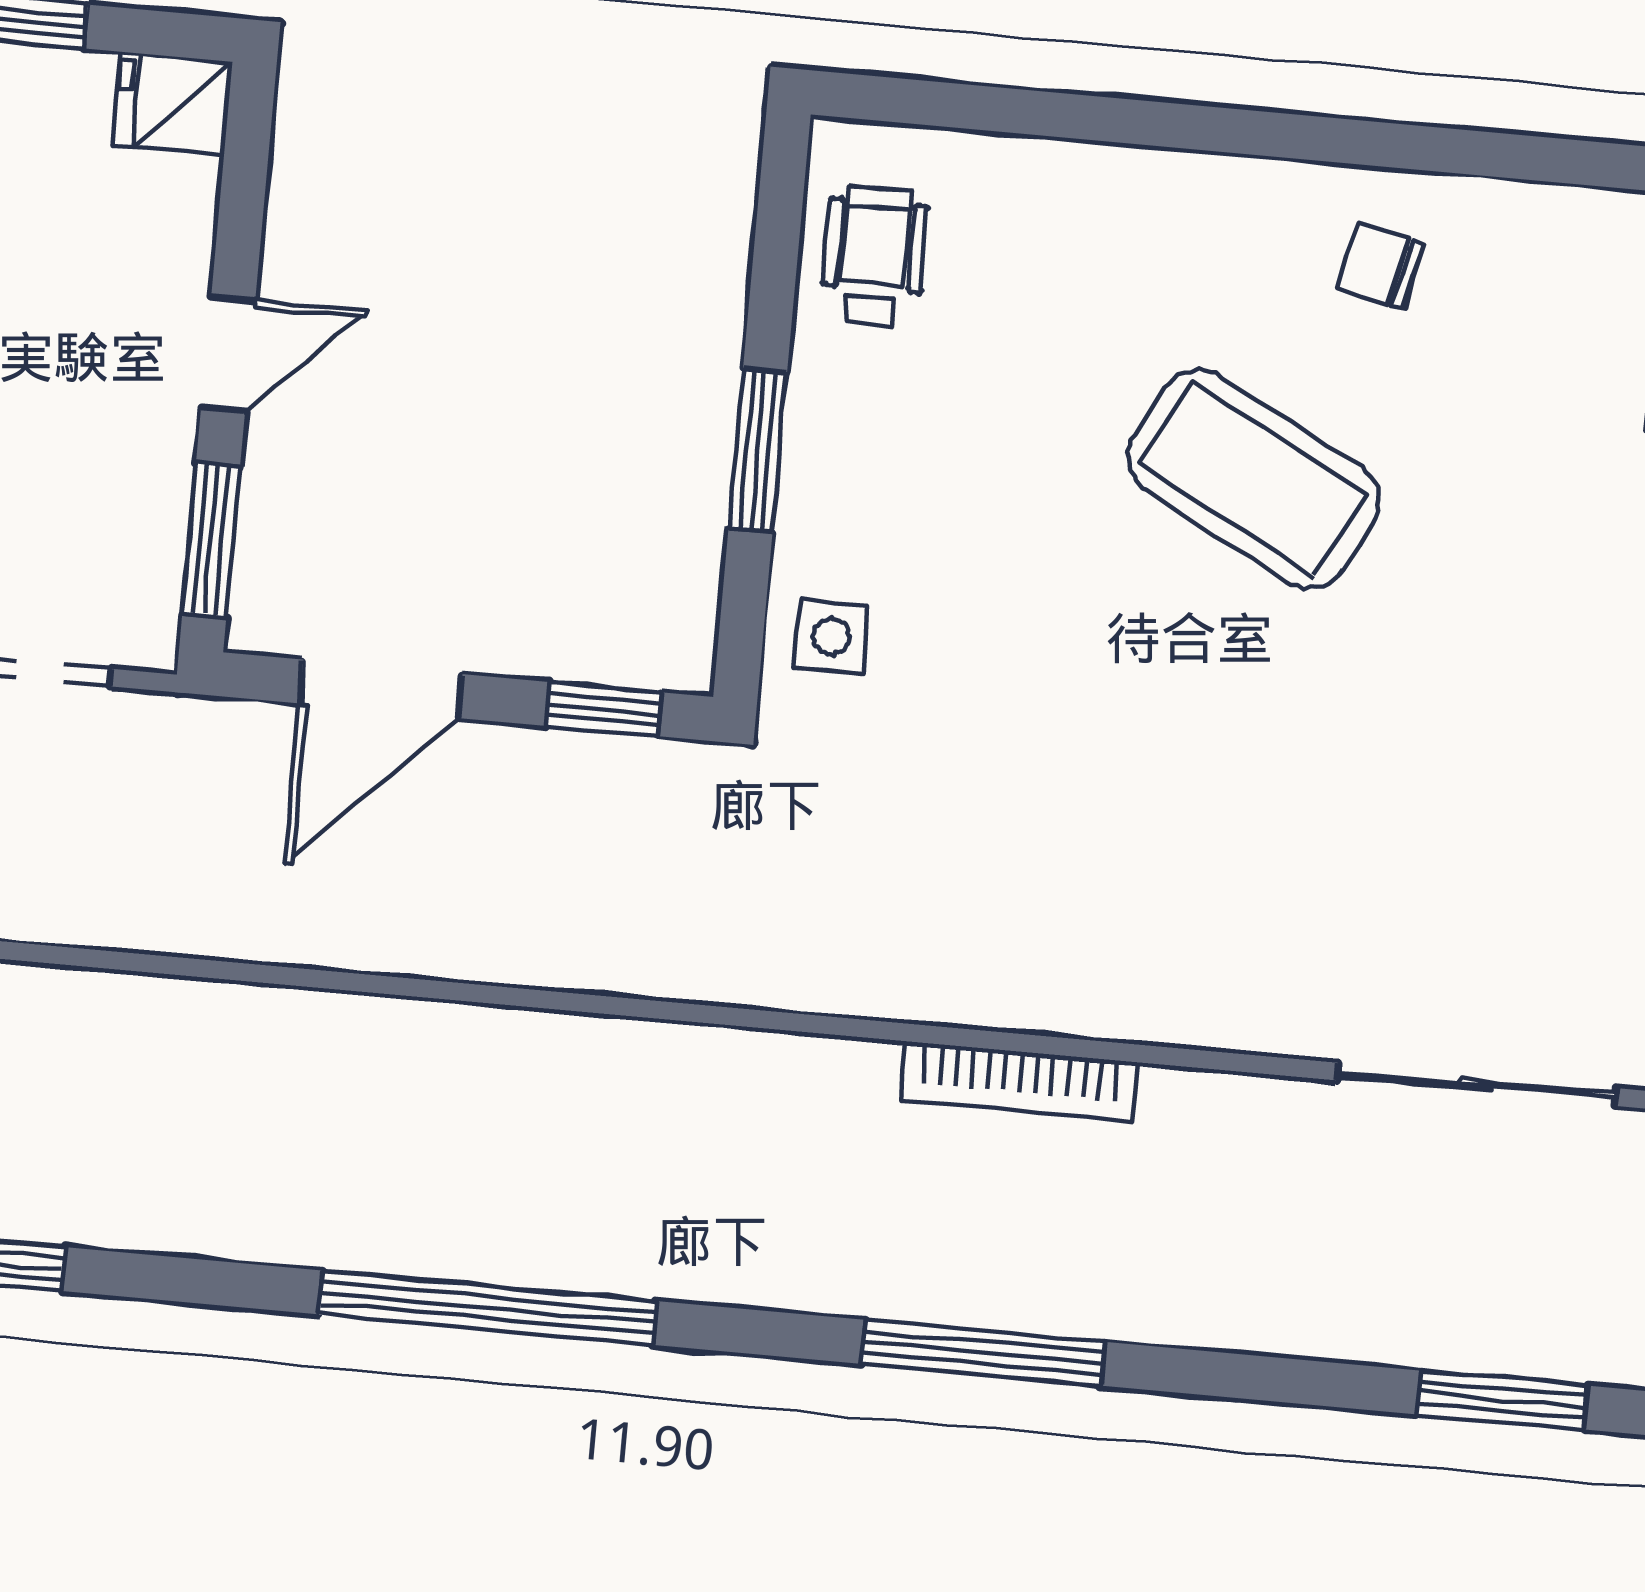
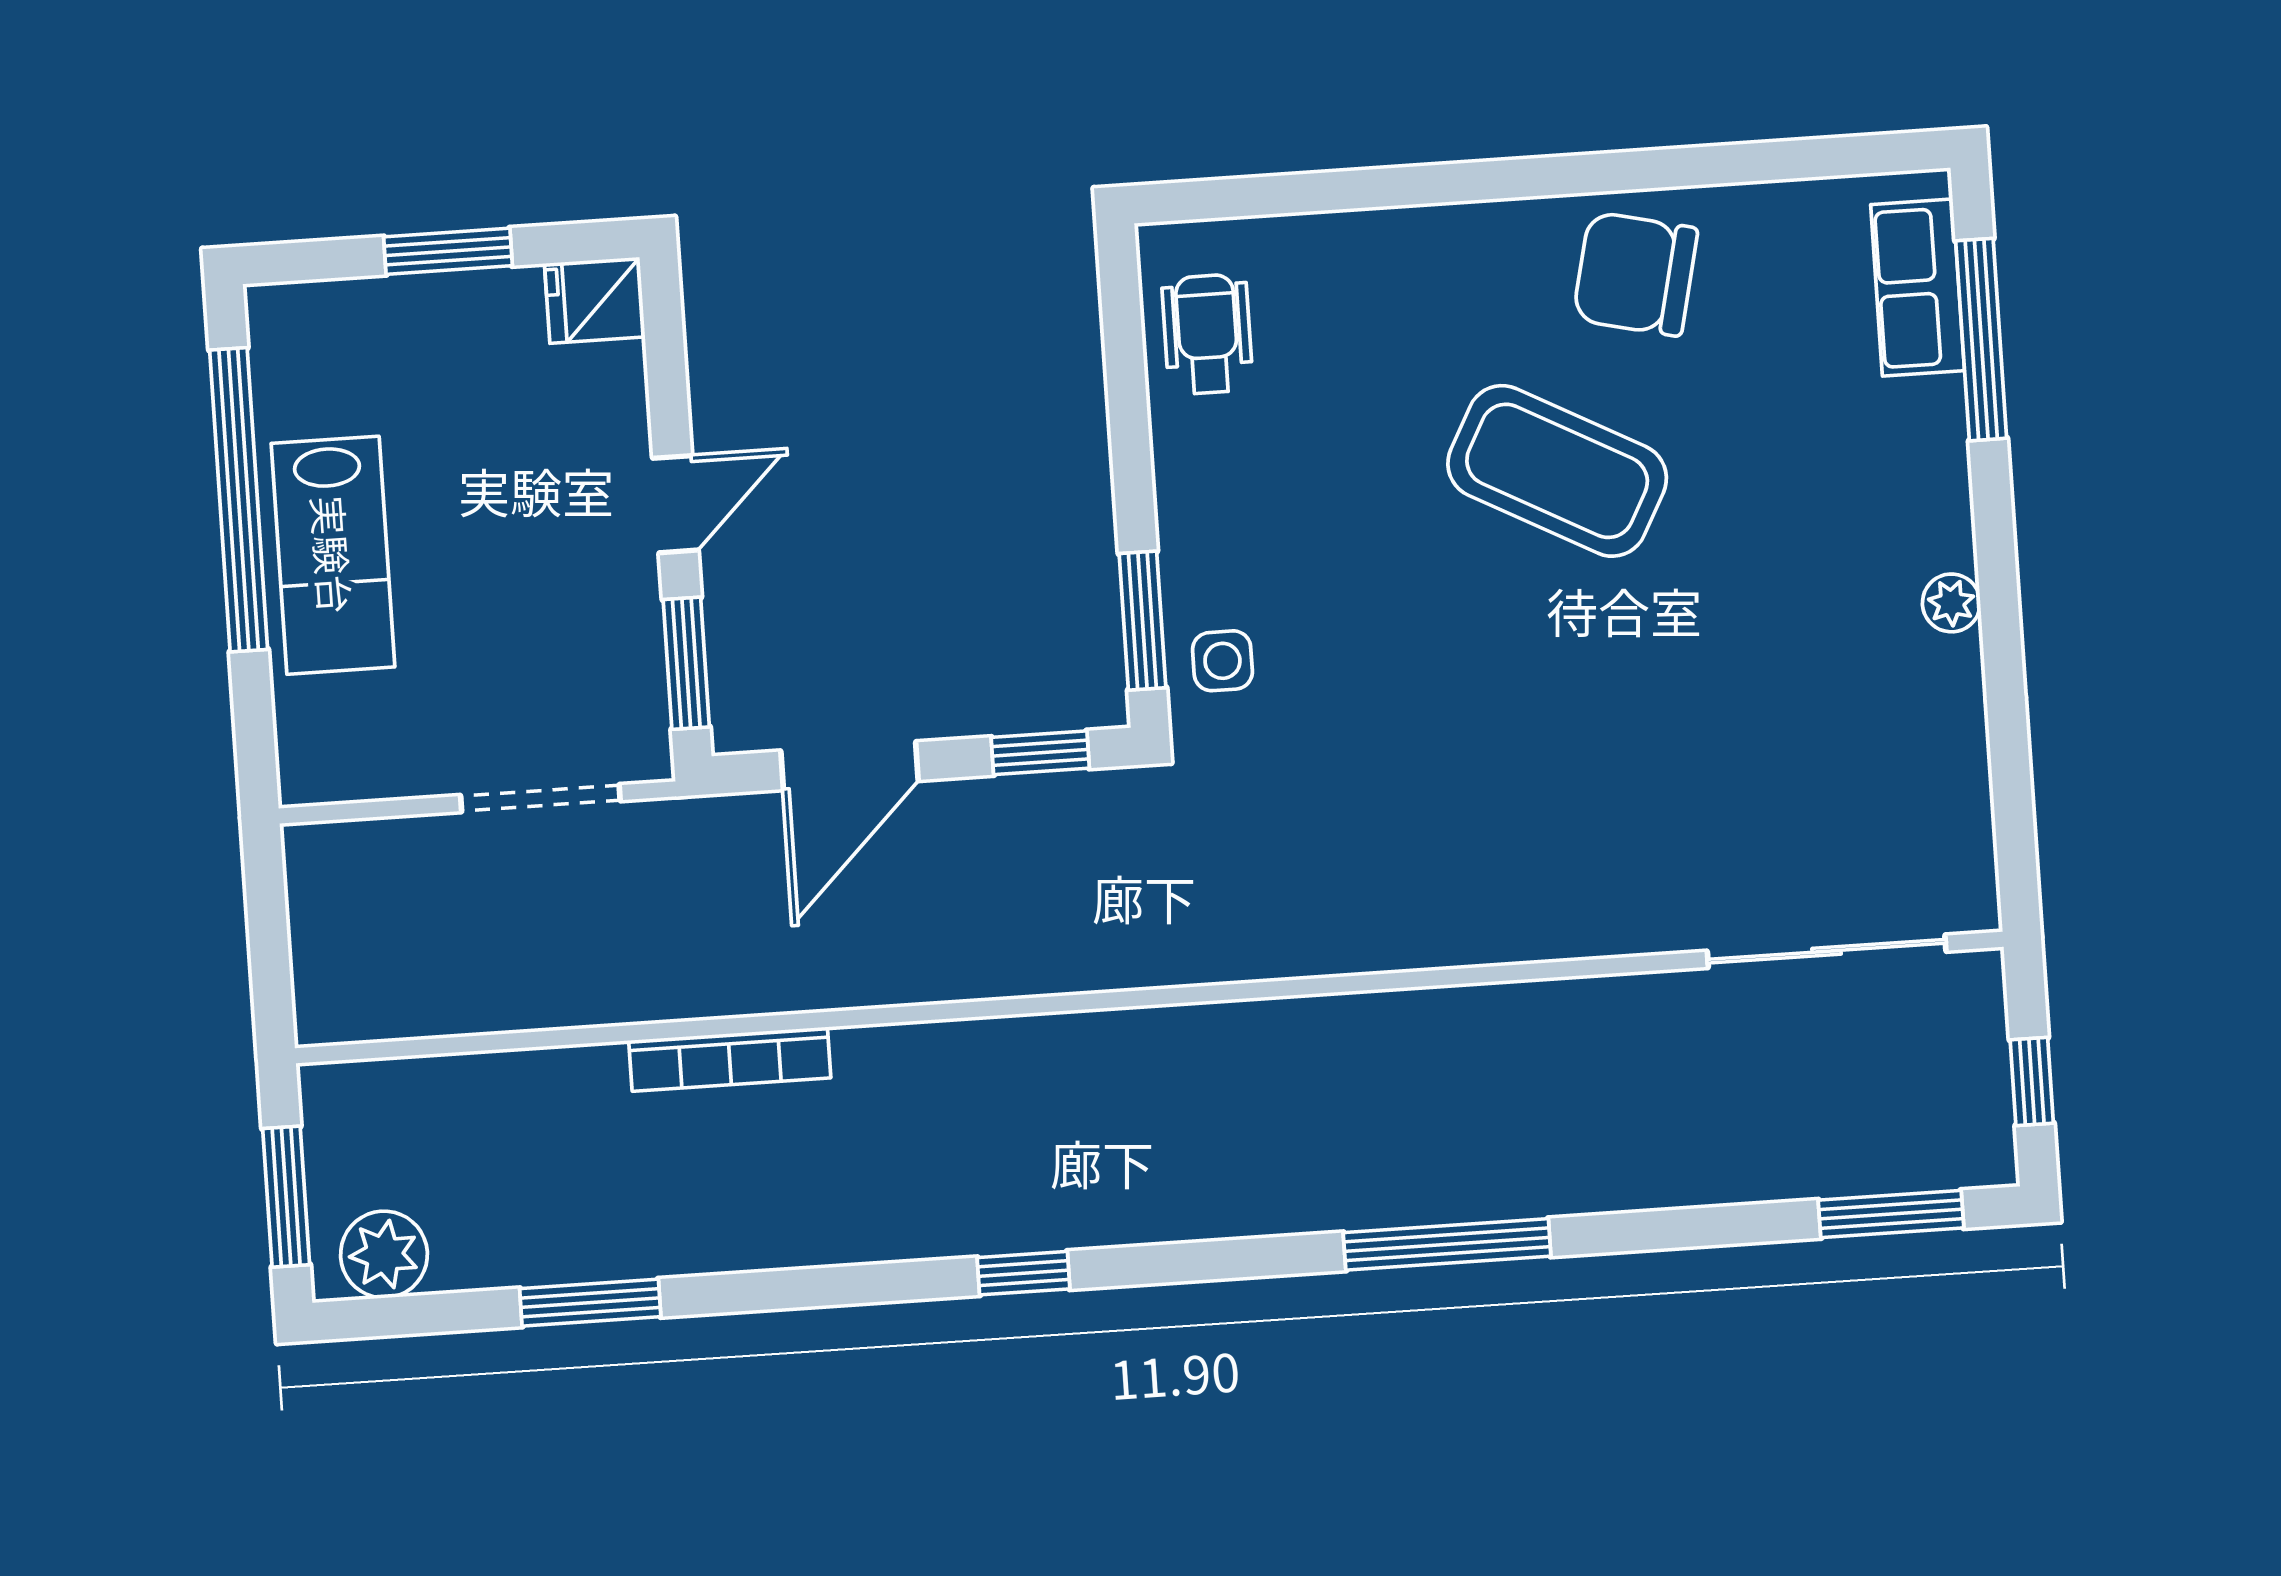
chair: (1380, 266) -> (1635, 274), width x1.87, depth x1.87
window: (758, 451) -> (1142, 621), moved
bookcase: (1020, 1082) -> (730, 1059), moved
window: (488, 1308) -> (1023, 1273), width x0.32

